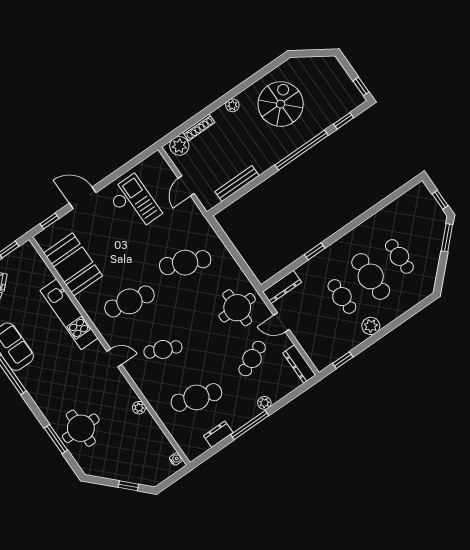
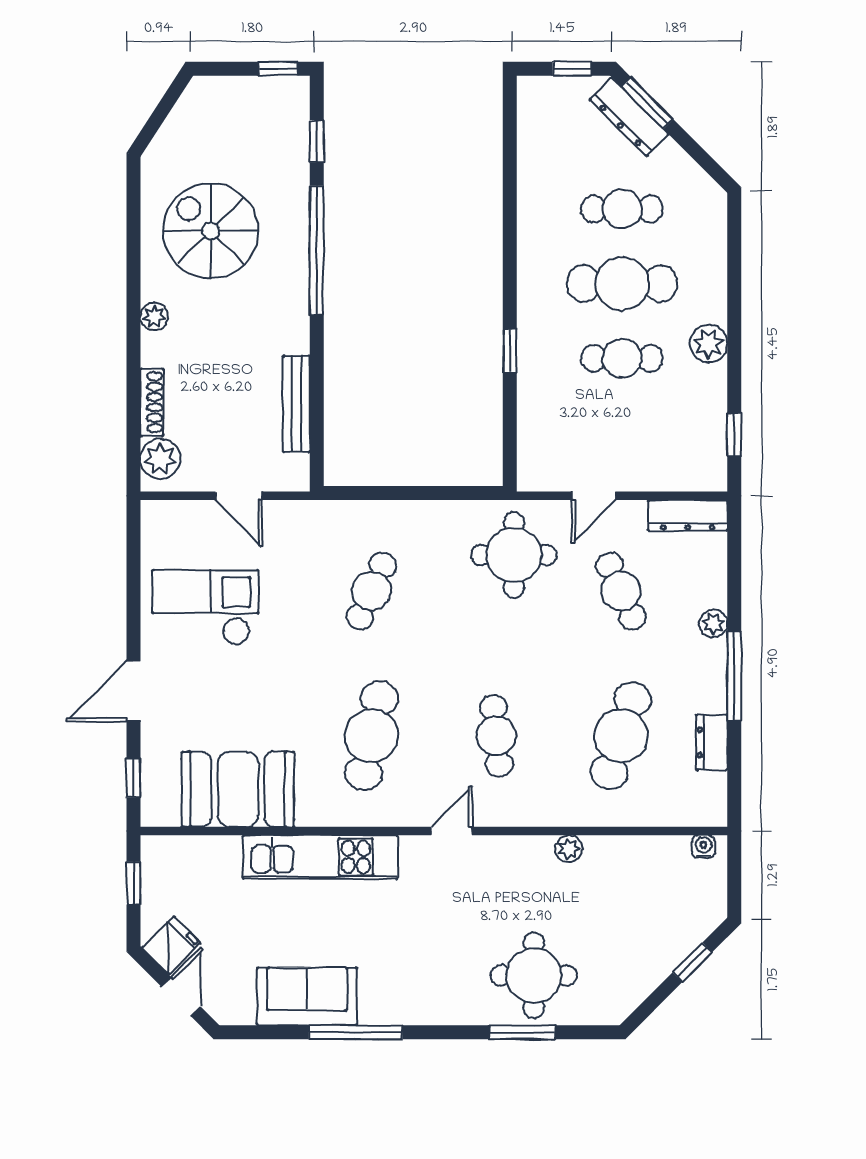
cafe table: (185, 263) -> (371, 591), width x0.73, depth x0.74
dresser: (282, 287) -> (629, 117), moved, turned 135
cafe table: (163, 349) -> (496, 736), turned -30

